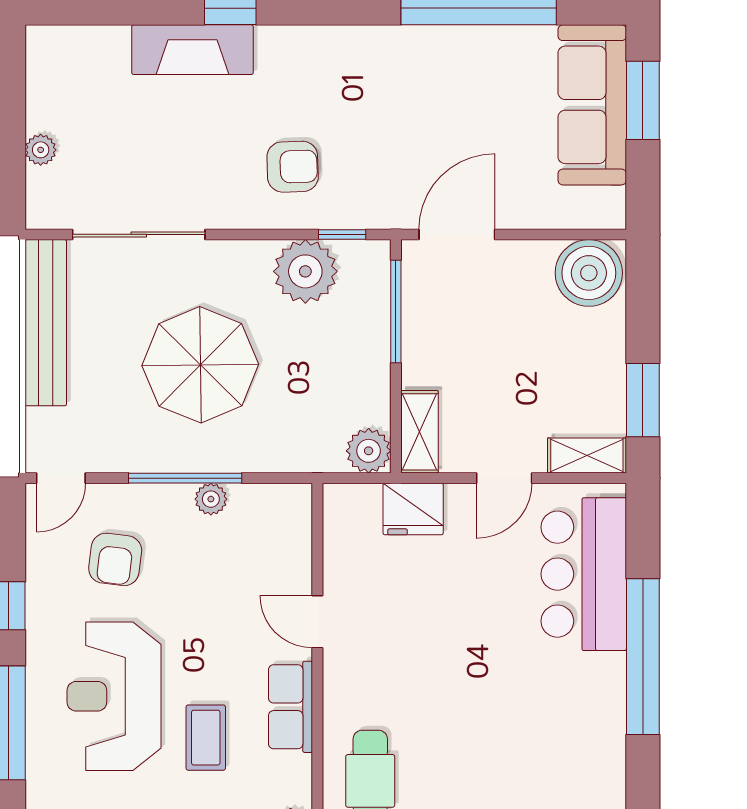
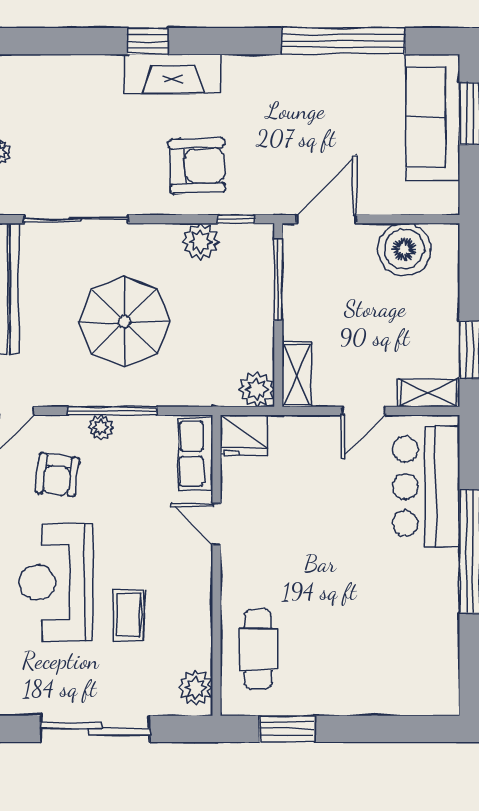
fireplace: (192, 50) -> (173, 74), moved
armchair: (293, 167) -> (197, 166), width x1.38, depth x1.38
plant: (305, 271) -> (200, 241), width x0.73, depth x0.73
boiler: (589, 273) -> (404, 249), moved
plant: (211, 499) -> (101, 427), moved
fridge: (413, 509) -> (244, 435), moved
row of seats: (291, 707) -> (195, 454), moved

